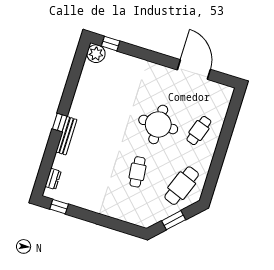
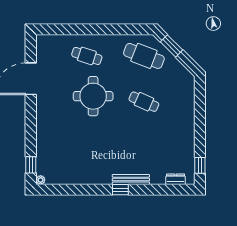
plant: (96, 54) -> (41, 180), width x0.53, depth x0.53
cafe table: (137, 172) -> (144, 102), turned 30
window: (174, 220) -> (172, 46), moved

